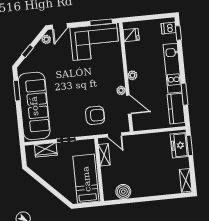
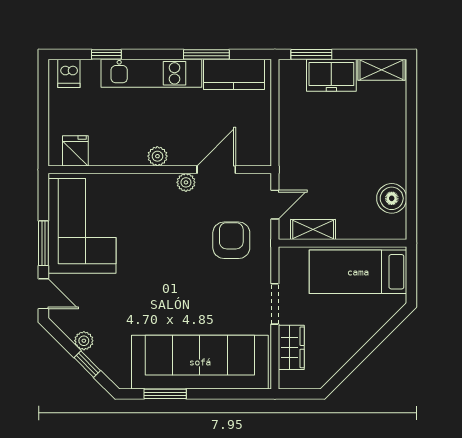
window: (101, 22) -> (43, 243), moved
window: (178, 33) -> (106, 54), moved
plant: (46, 39) -> (84, 341), moved
freezer: (179, 145) -> (331, 75), moved

